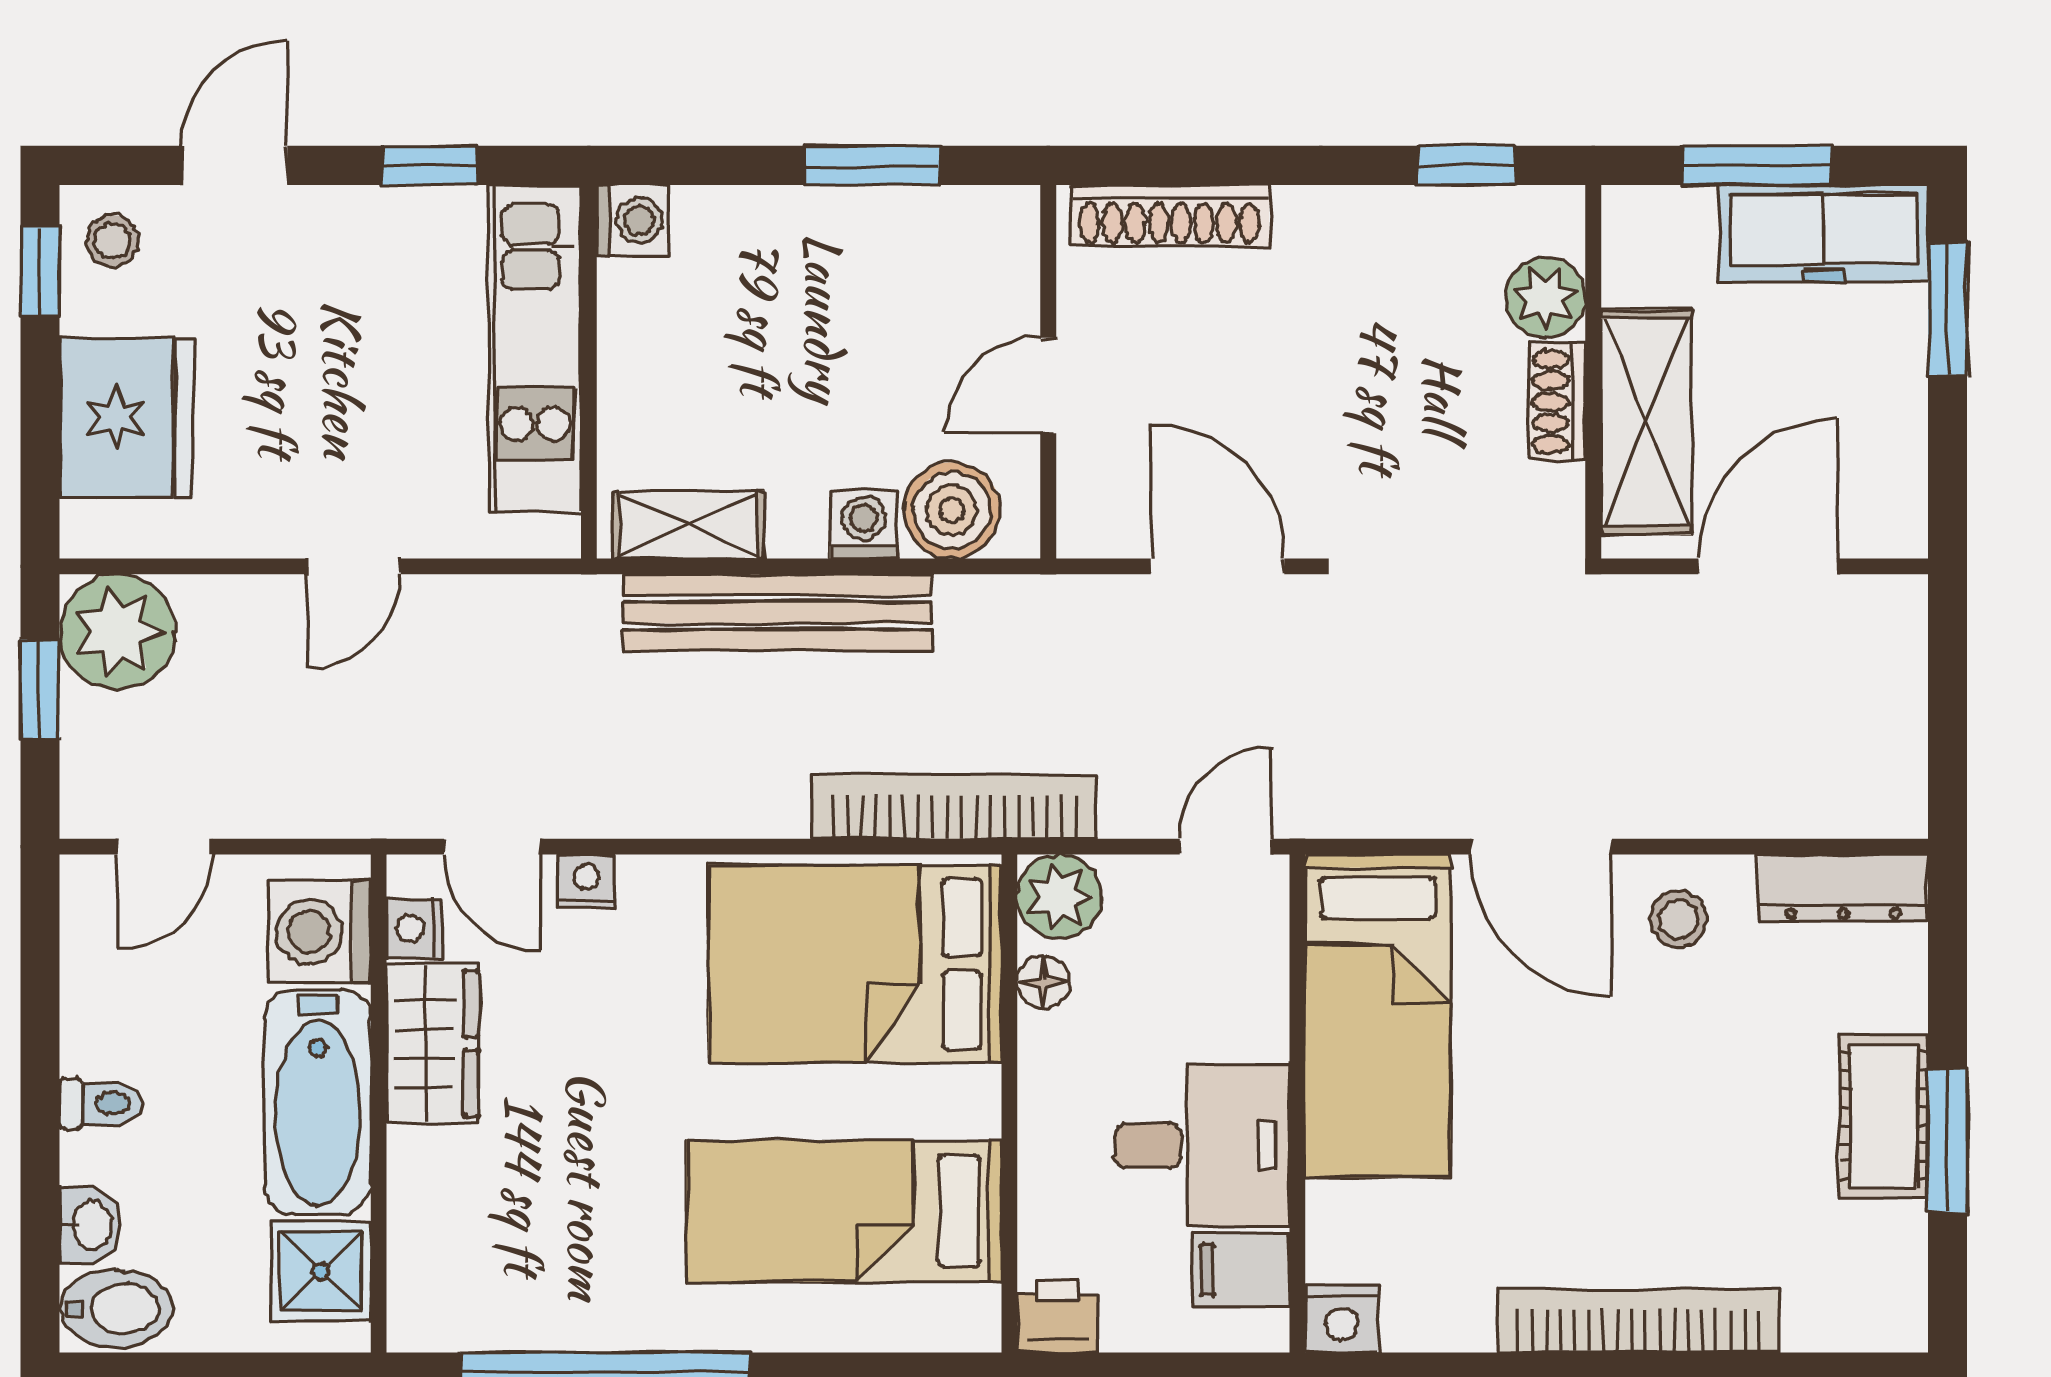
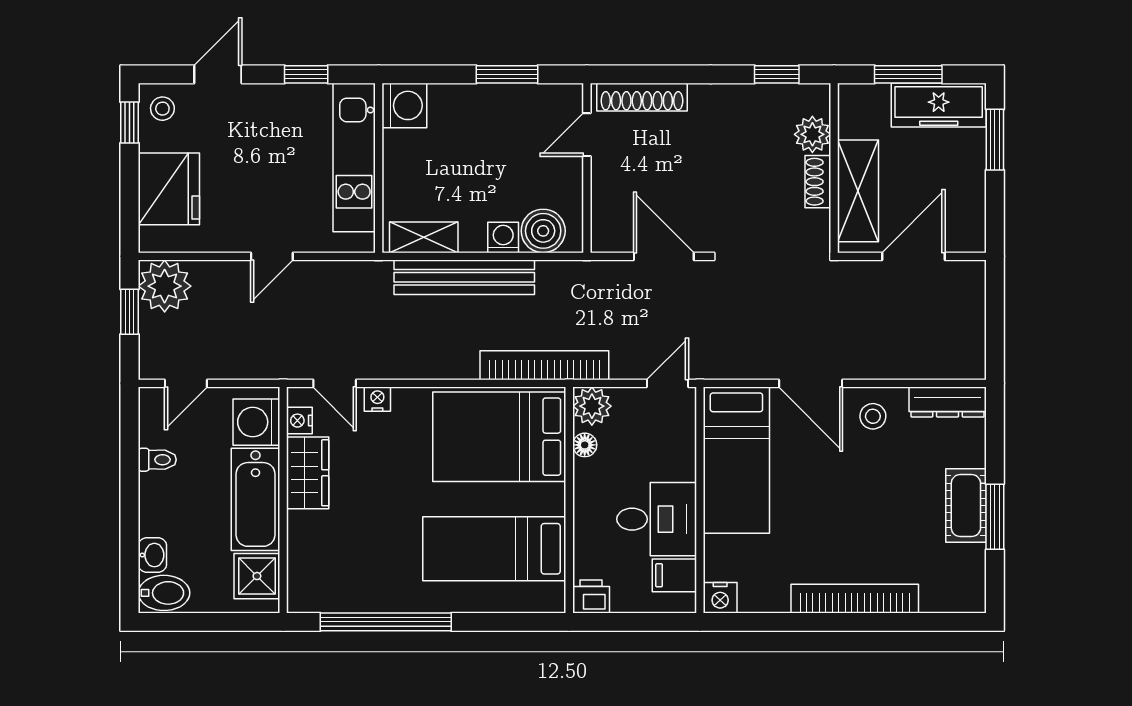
washing machine: (632, 220) -> (404, 105), width x1.38, depth x1.38
door: (1048, 385) -> (587, 135), moved
toilet: (101, 1103) -> (157, 460), moved

